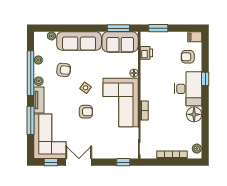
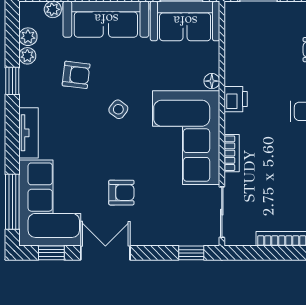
printer: (146, 53) -> (236, 99), moved
window: (31, 73) -> (12, 81), width x0.32
plant: (39, 81) -> (28, 37), moved
armchair: (86, 112) -> (121, 193), moved
window: (31, 120) -> (12, 202), moved

